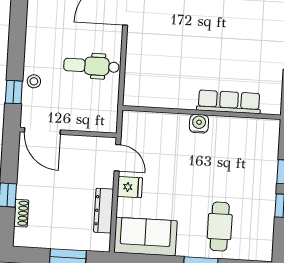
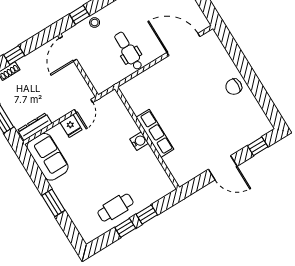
row of seats: (229, 102) -> (155, 133), moved
dresser: (104, 211) -> (35, 127), moved
cafe table: (220, 227) -> (115, 208), moved

